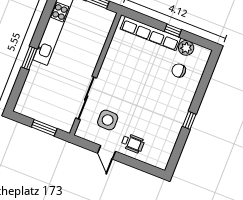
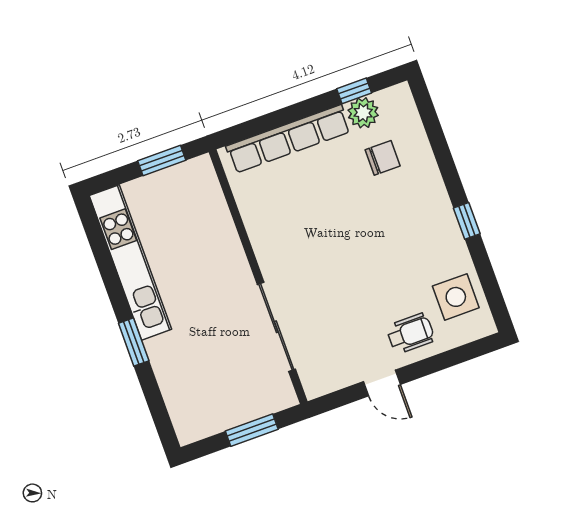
window: (173, 30) -> (354, 91), moved
chair: (179, 71) -> (383, 158), turned 180
side table: (108, 120) -> (456, 297), moved

